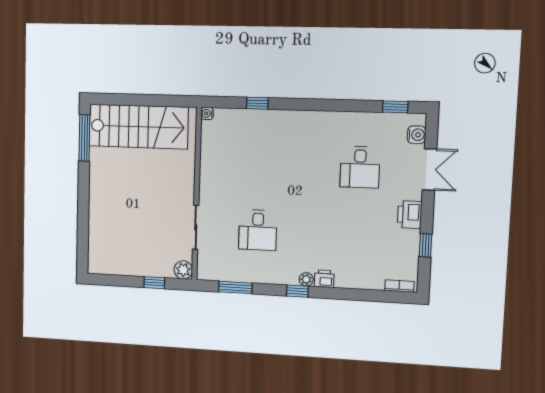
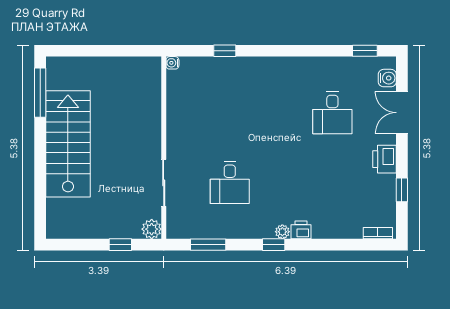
stairs: (138, 127) -> (68, 144), moved, turned -90
double door: (430, 169) -> (402, 113), swing flipped

